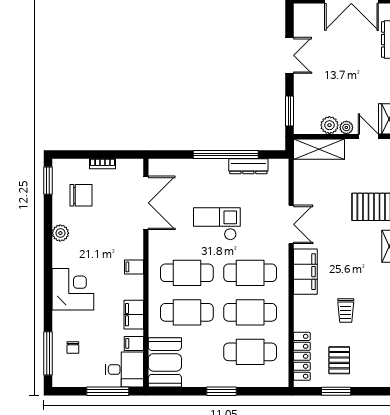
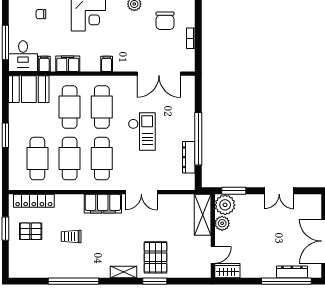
plant: (346, 127) -> (225, 205), moved, width x1.87, depth x1.87

